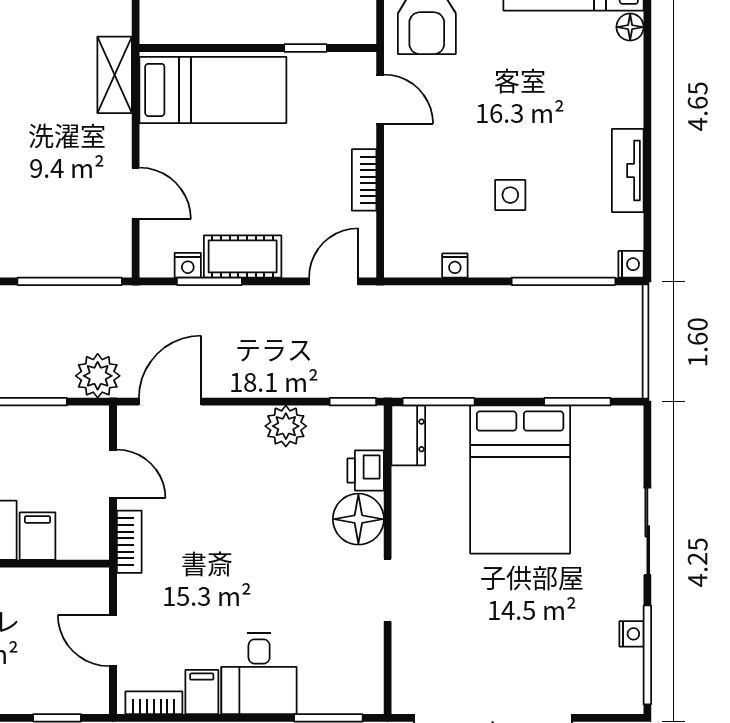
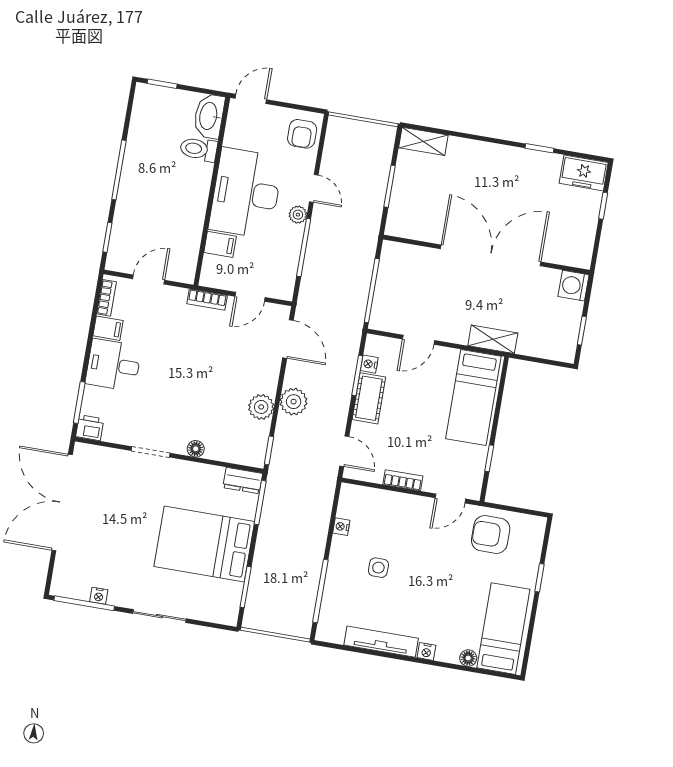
tv unit: (628, 171) -> (381, 642), width x1.41
nightstand: (631, 264) -> (426, 651), moved
plant: (98, 376) -> (294, 402), moved
printer: (366, 470) -> (90, 428), moved
floor lamp: (358, 519) -> (196, 449), width x0.53, depth x0.53

